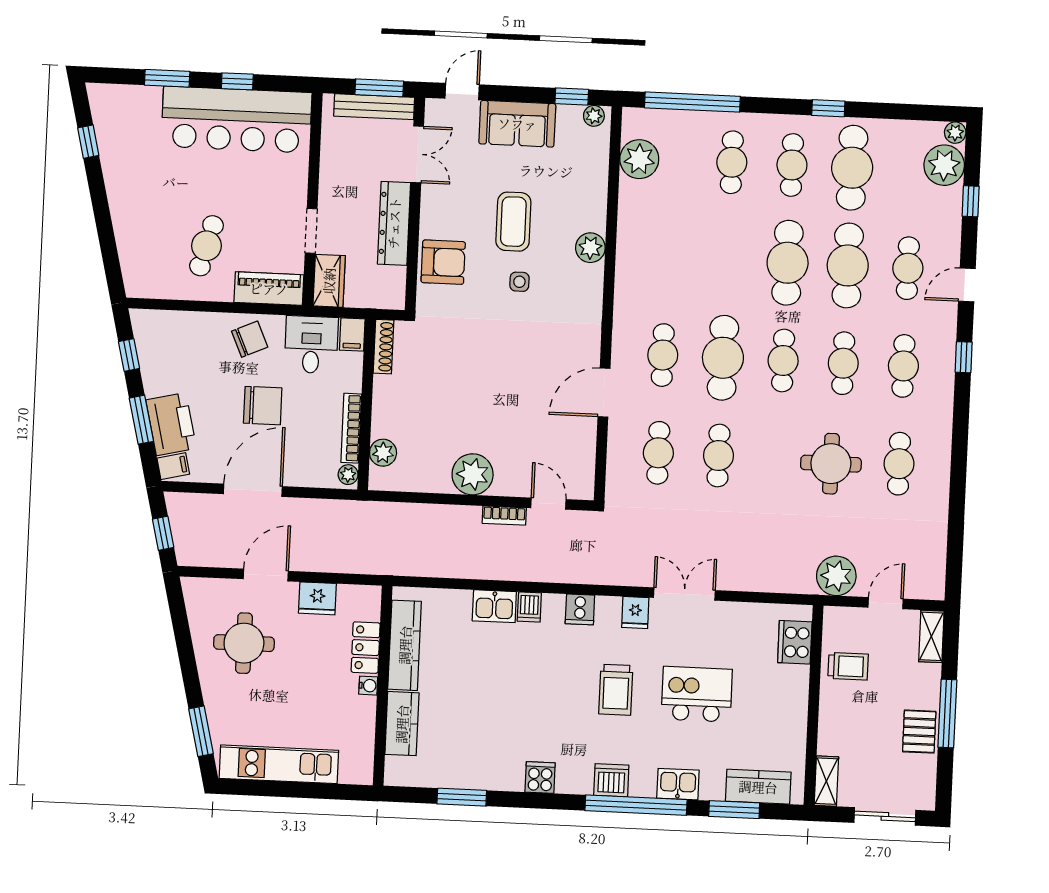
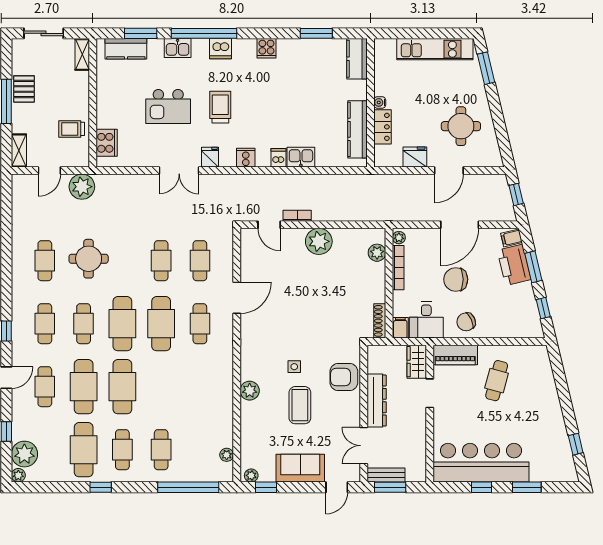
bench: (374, 107) -> (386, 475), width x0.73
plant: (639, 159) -> (227, 455), width x0.53, depth x0.53
cafe table: (783, 360) -> (122, 324), width x1.37, depth x1.35
kitchen counter: (402, 724) -> (357, 59), moved

